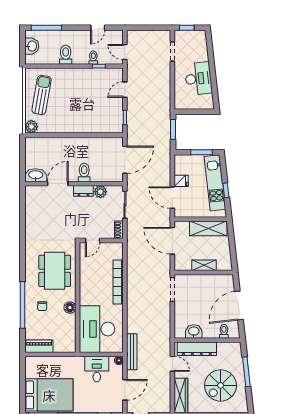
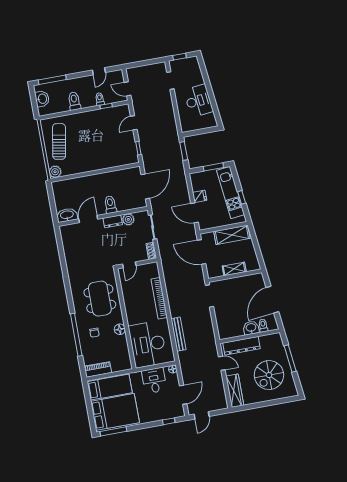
washbasin: (194, 331) -> (251, 328), moved
bench: (132, 352) -> (179, 334), moved
bed: (48, 367) -> (110, 387), added

